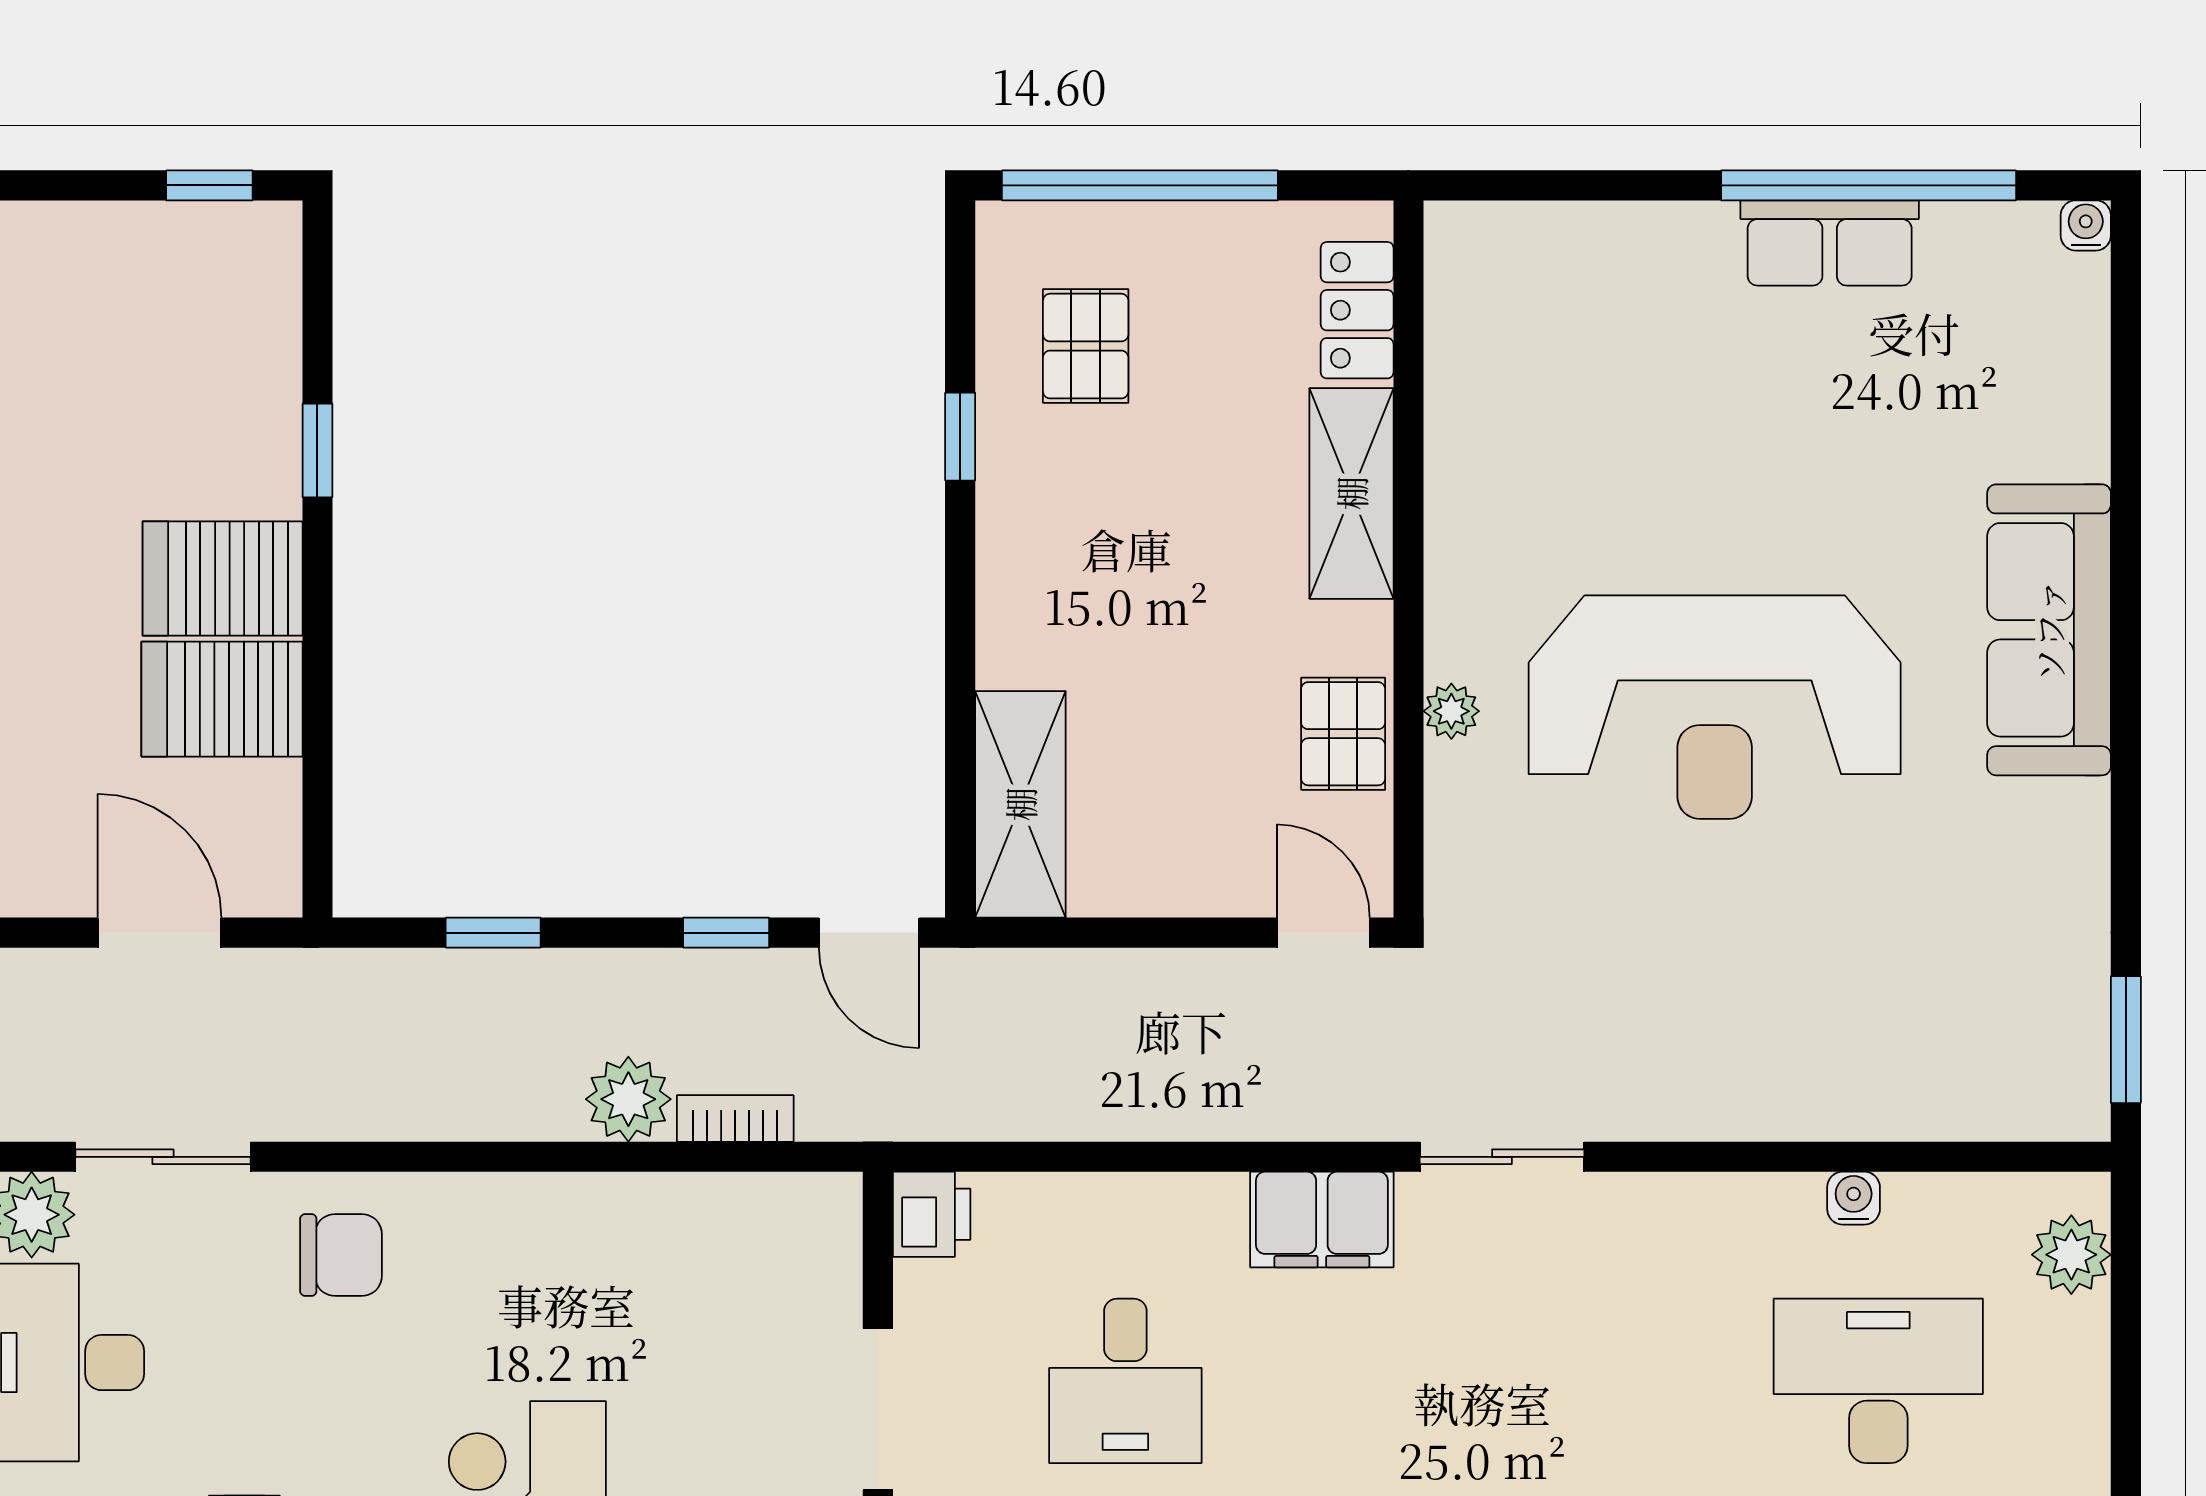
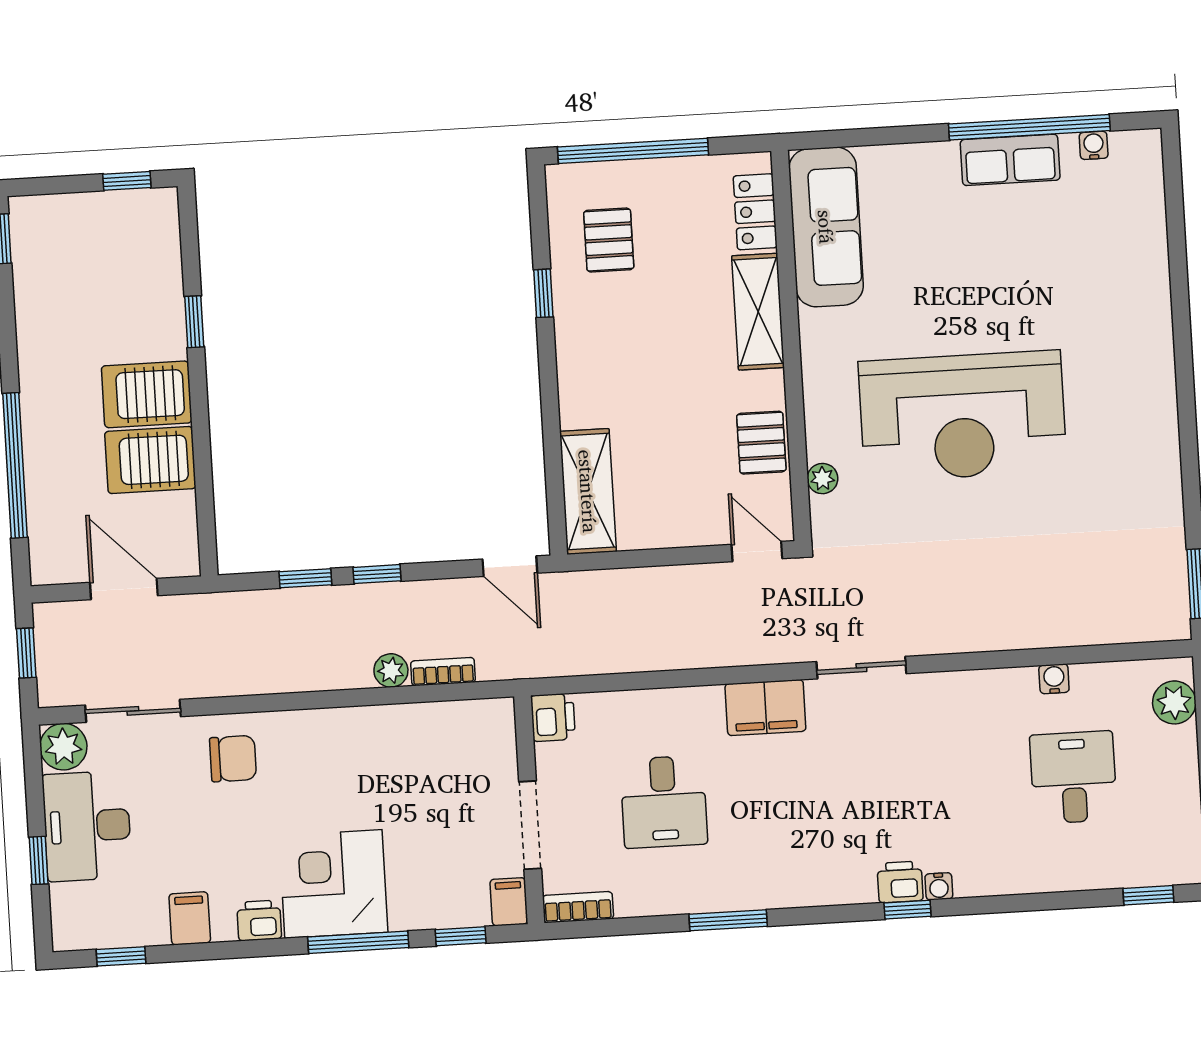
water cooler: (2086, 225) -> (1094, 145), moved
sofa: (2049, 630) -> (826, 227), moved, turned 180
plant: (1451, 711) -> (823, 479), moved
window: (726, 933) -> (377, 574), moved
plant: (628, 1099) -> (391, 670), width x0.73, depth x0.73
desk: (1878, 1381) -> (1073, 777), width x0.73

